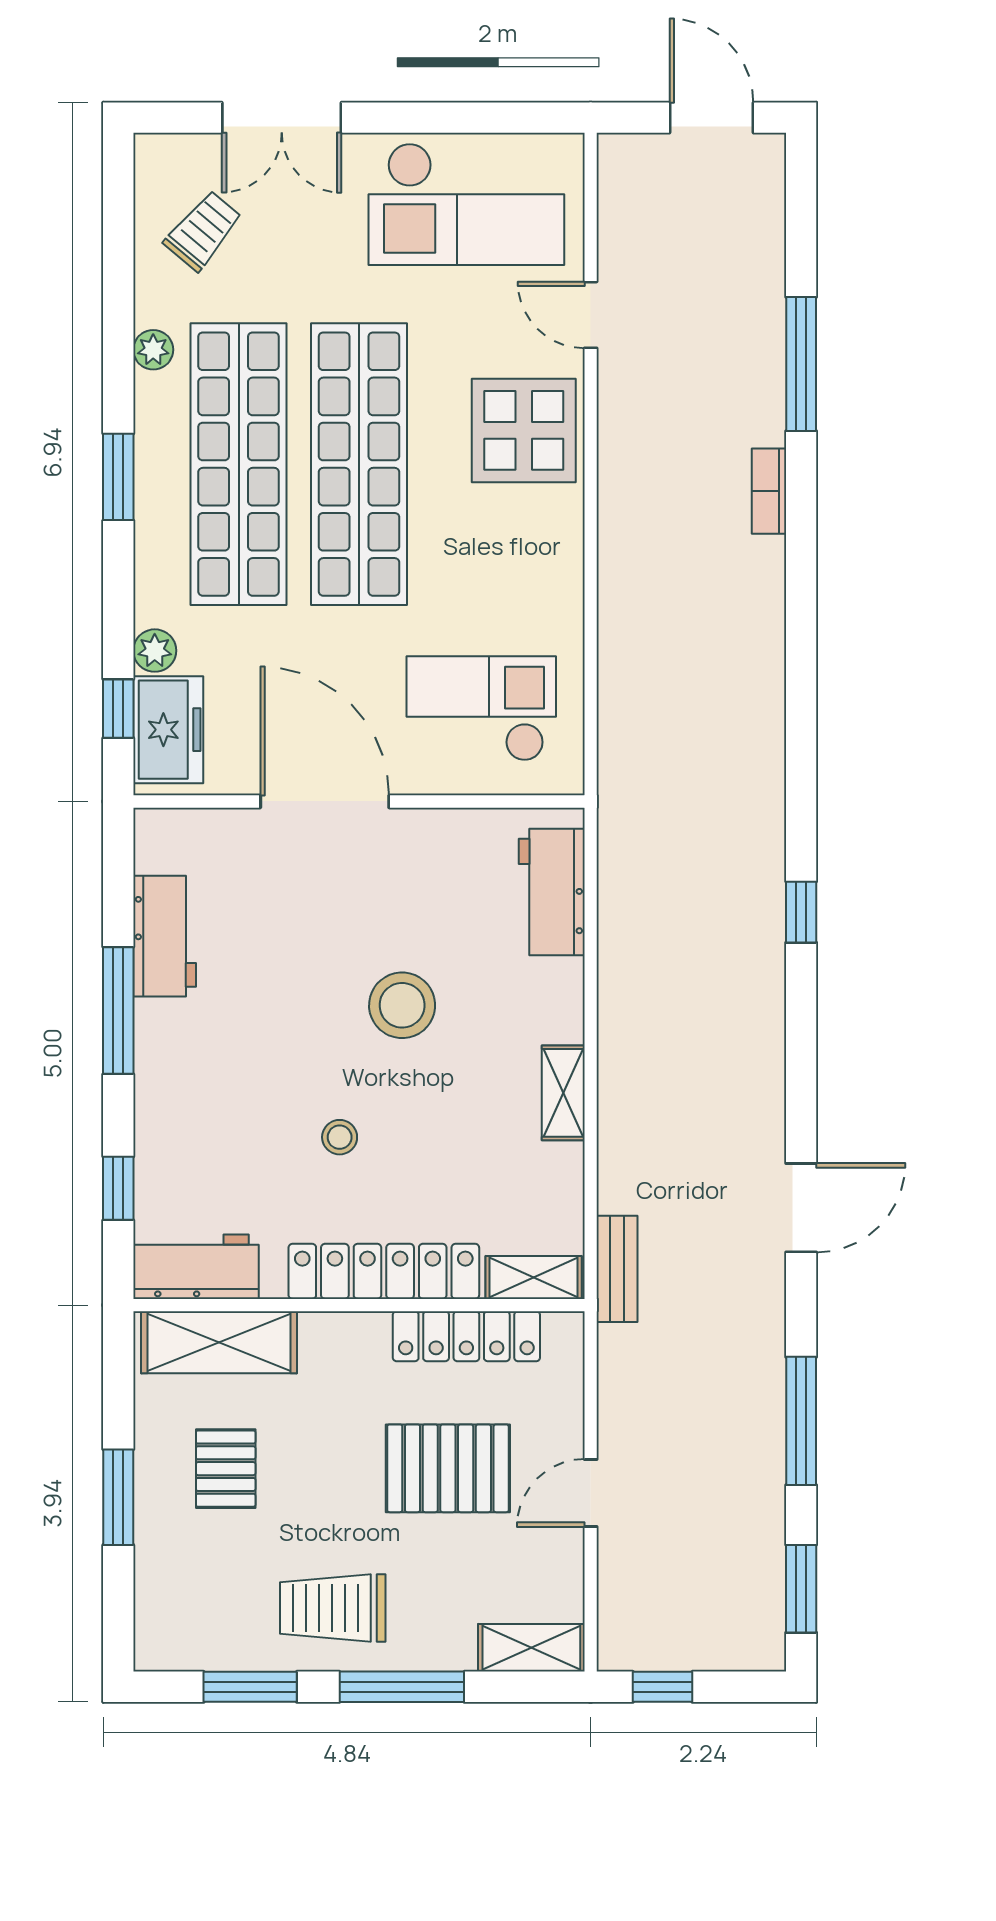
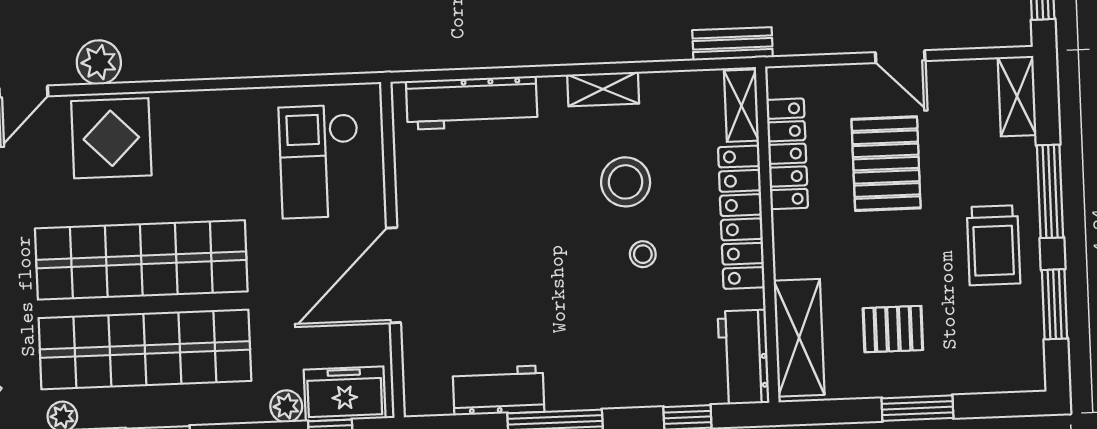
plant: (626, 418) -> (99, 62), added
workbench: (552, 892) -> (472, 103), width x1.38
stool: (402, 1005) -> (626, 182), moved

